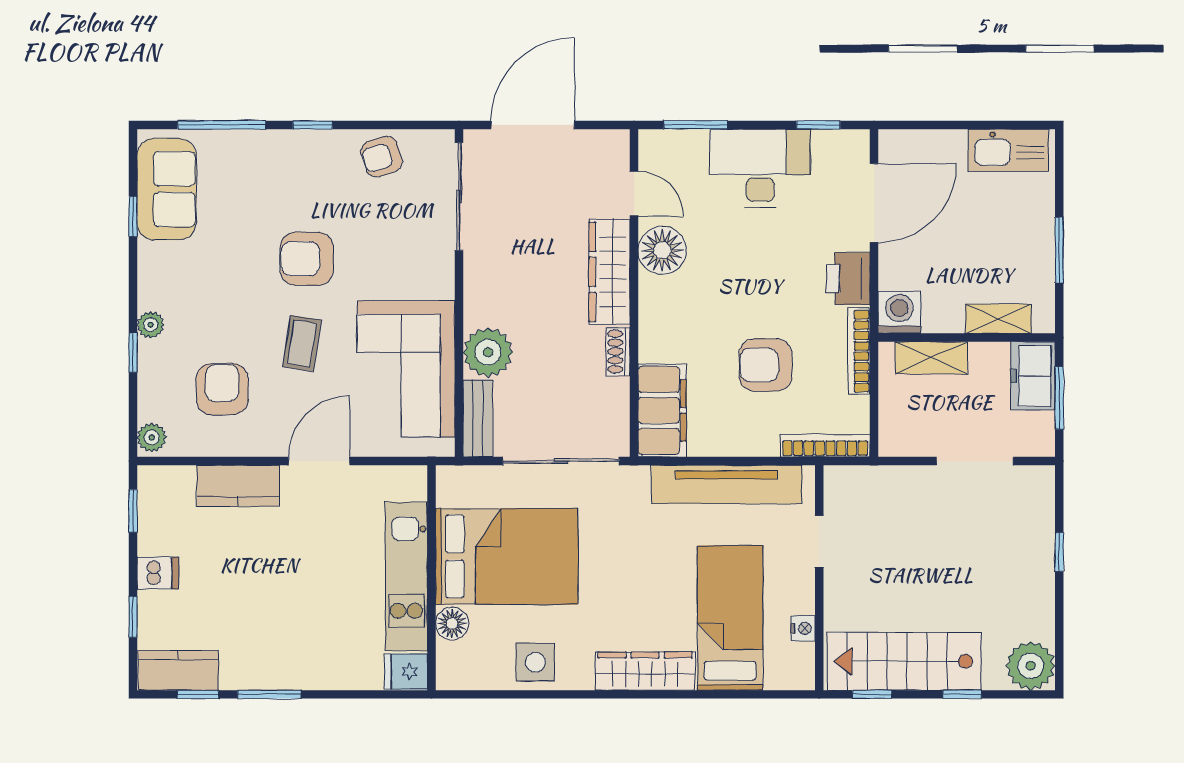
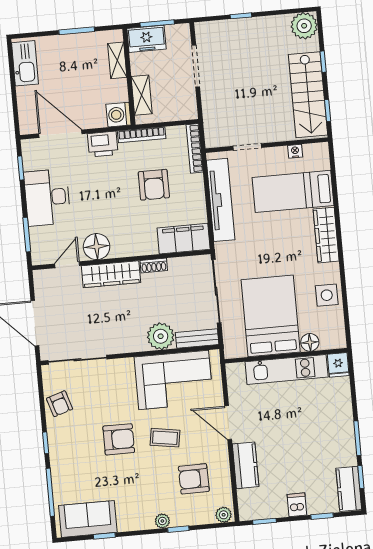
armchair: (307, 259) -> (119, 439), turned -90

